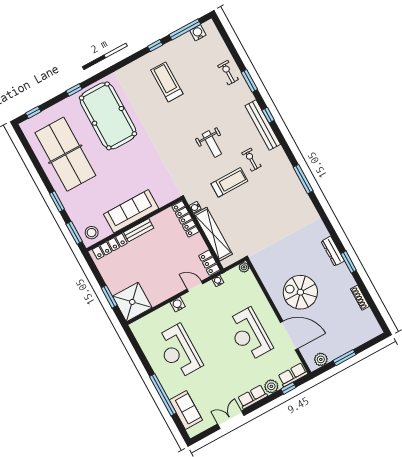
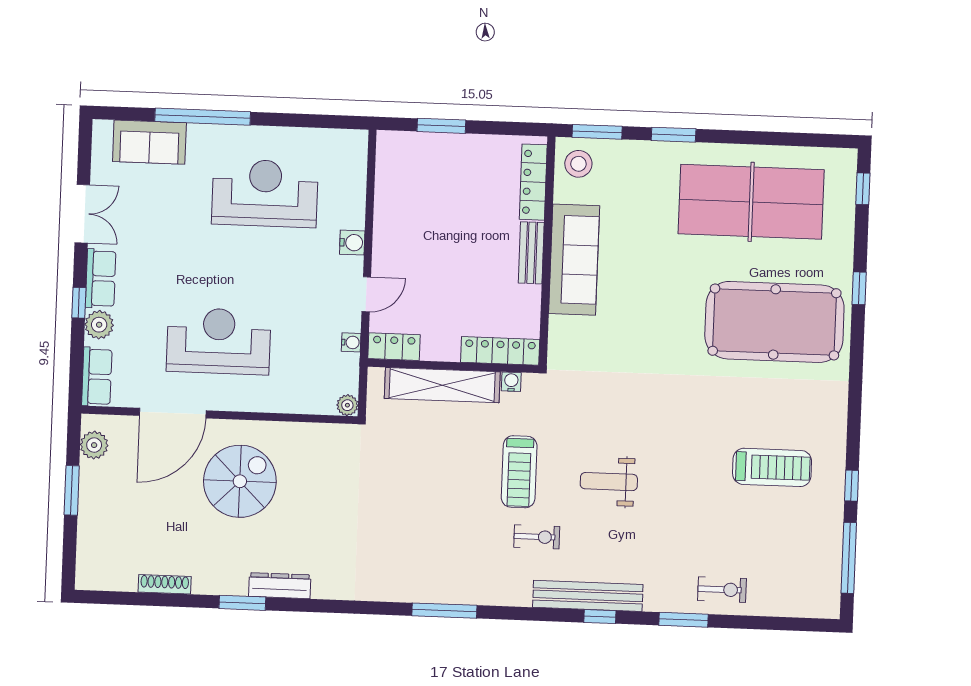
water cooler: (198, 33) -> (828, 578), removed
shower: (132, 302) -> (407, 162), removed
window: (288, 388) -> (79, 303), moved

